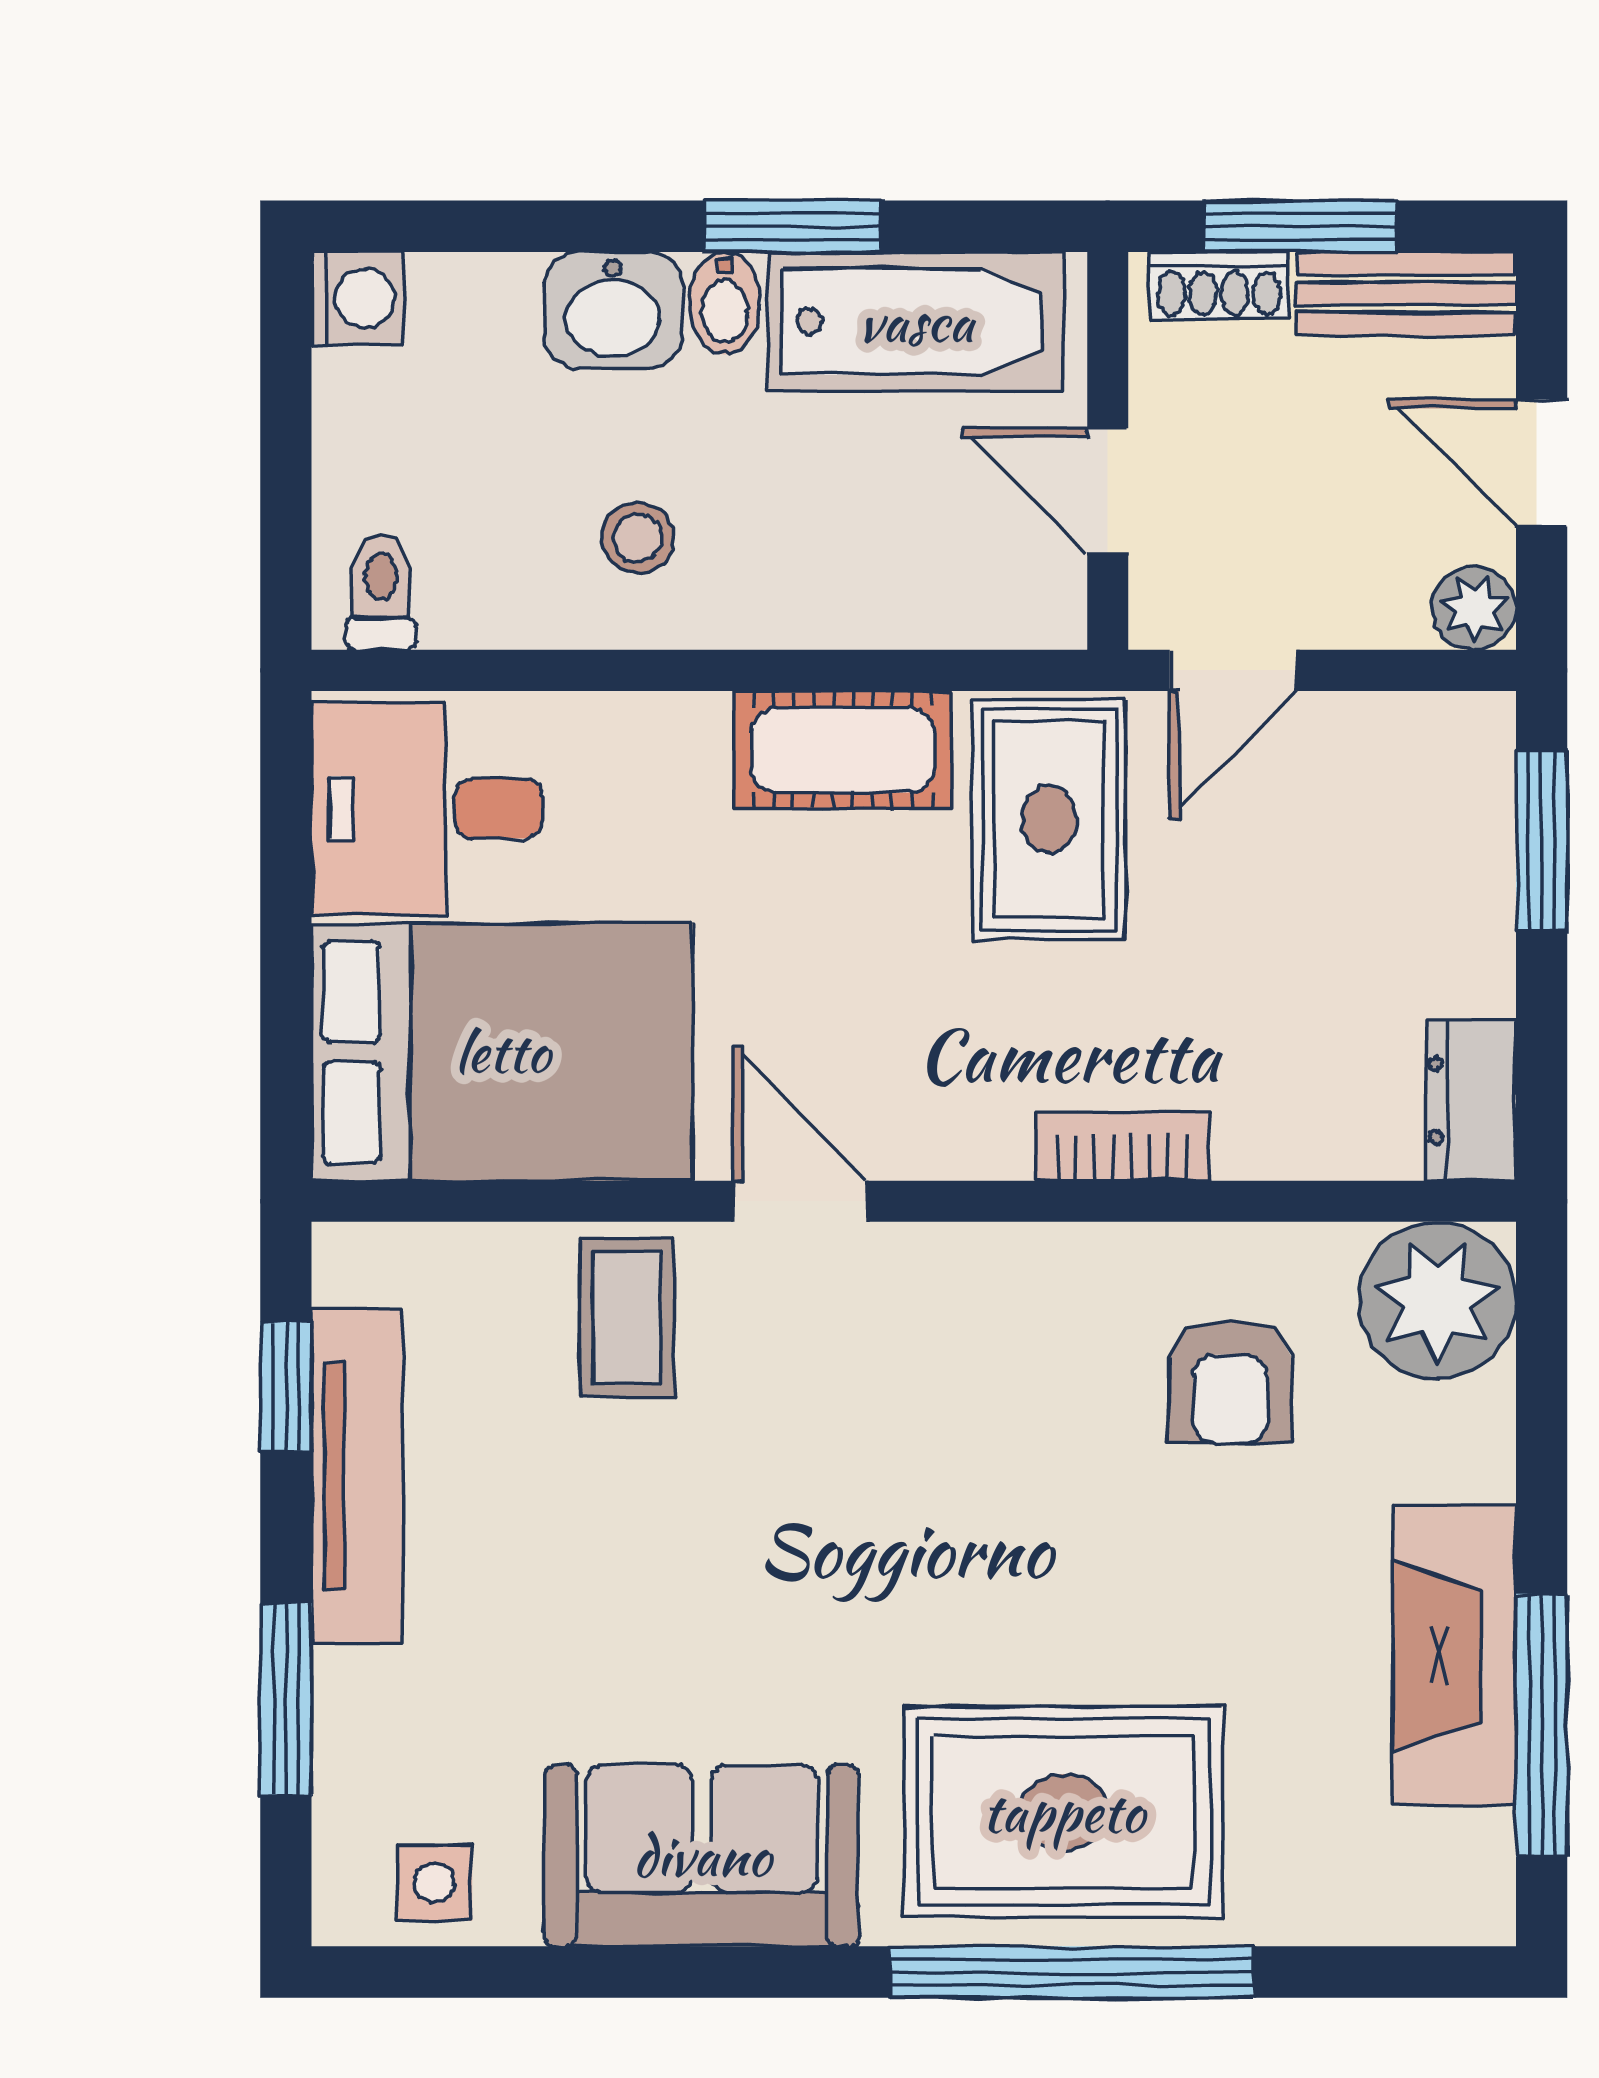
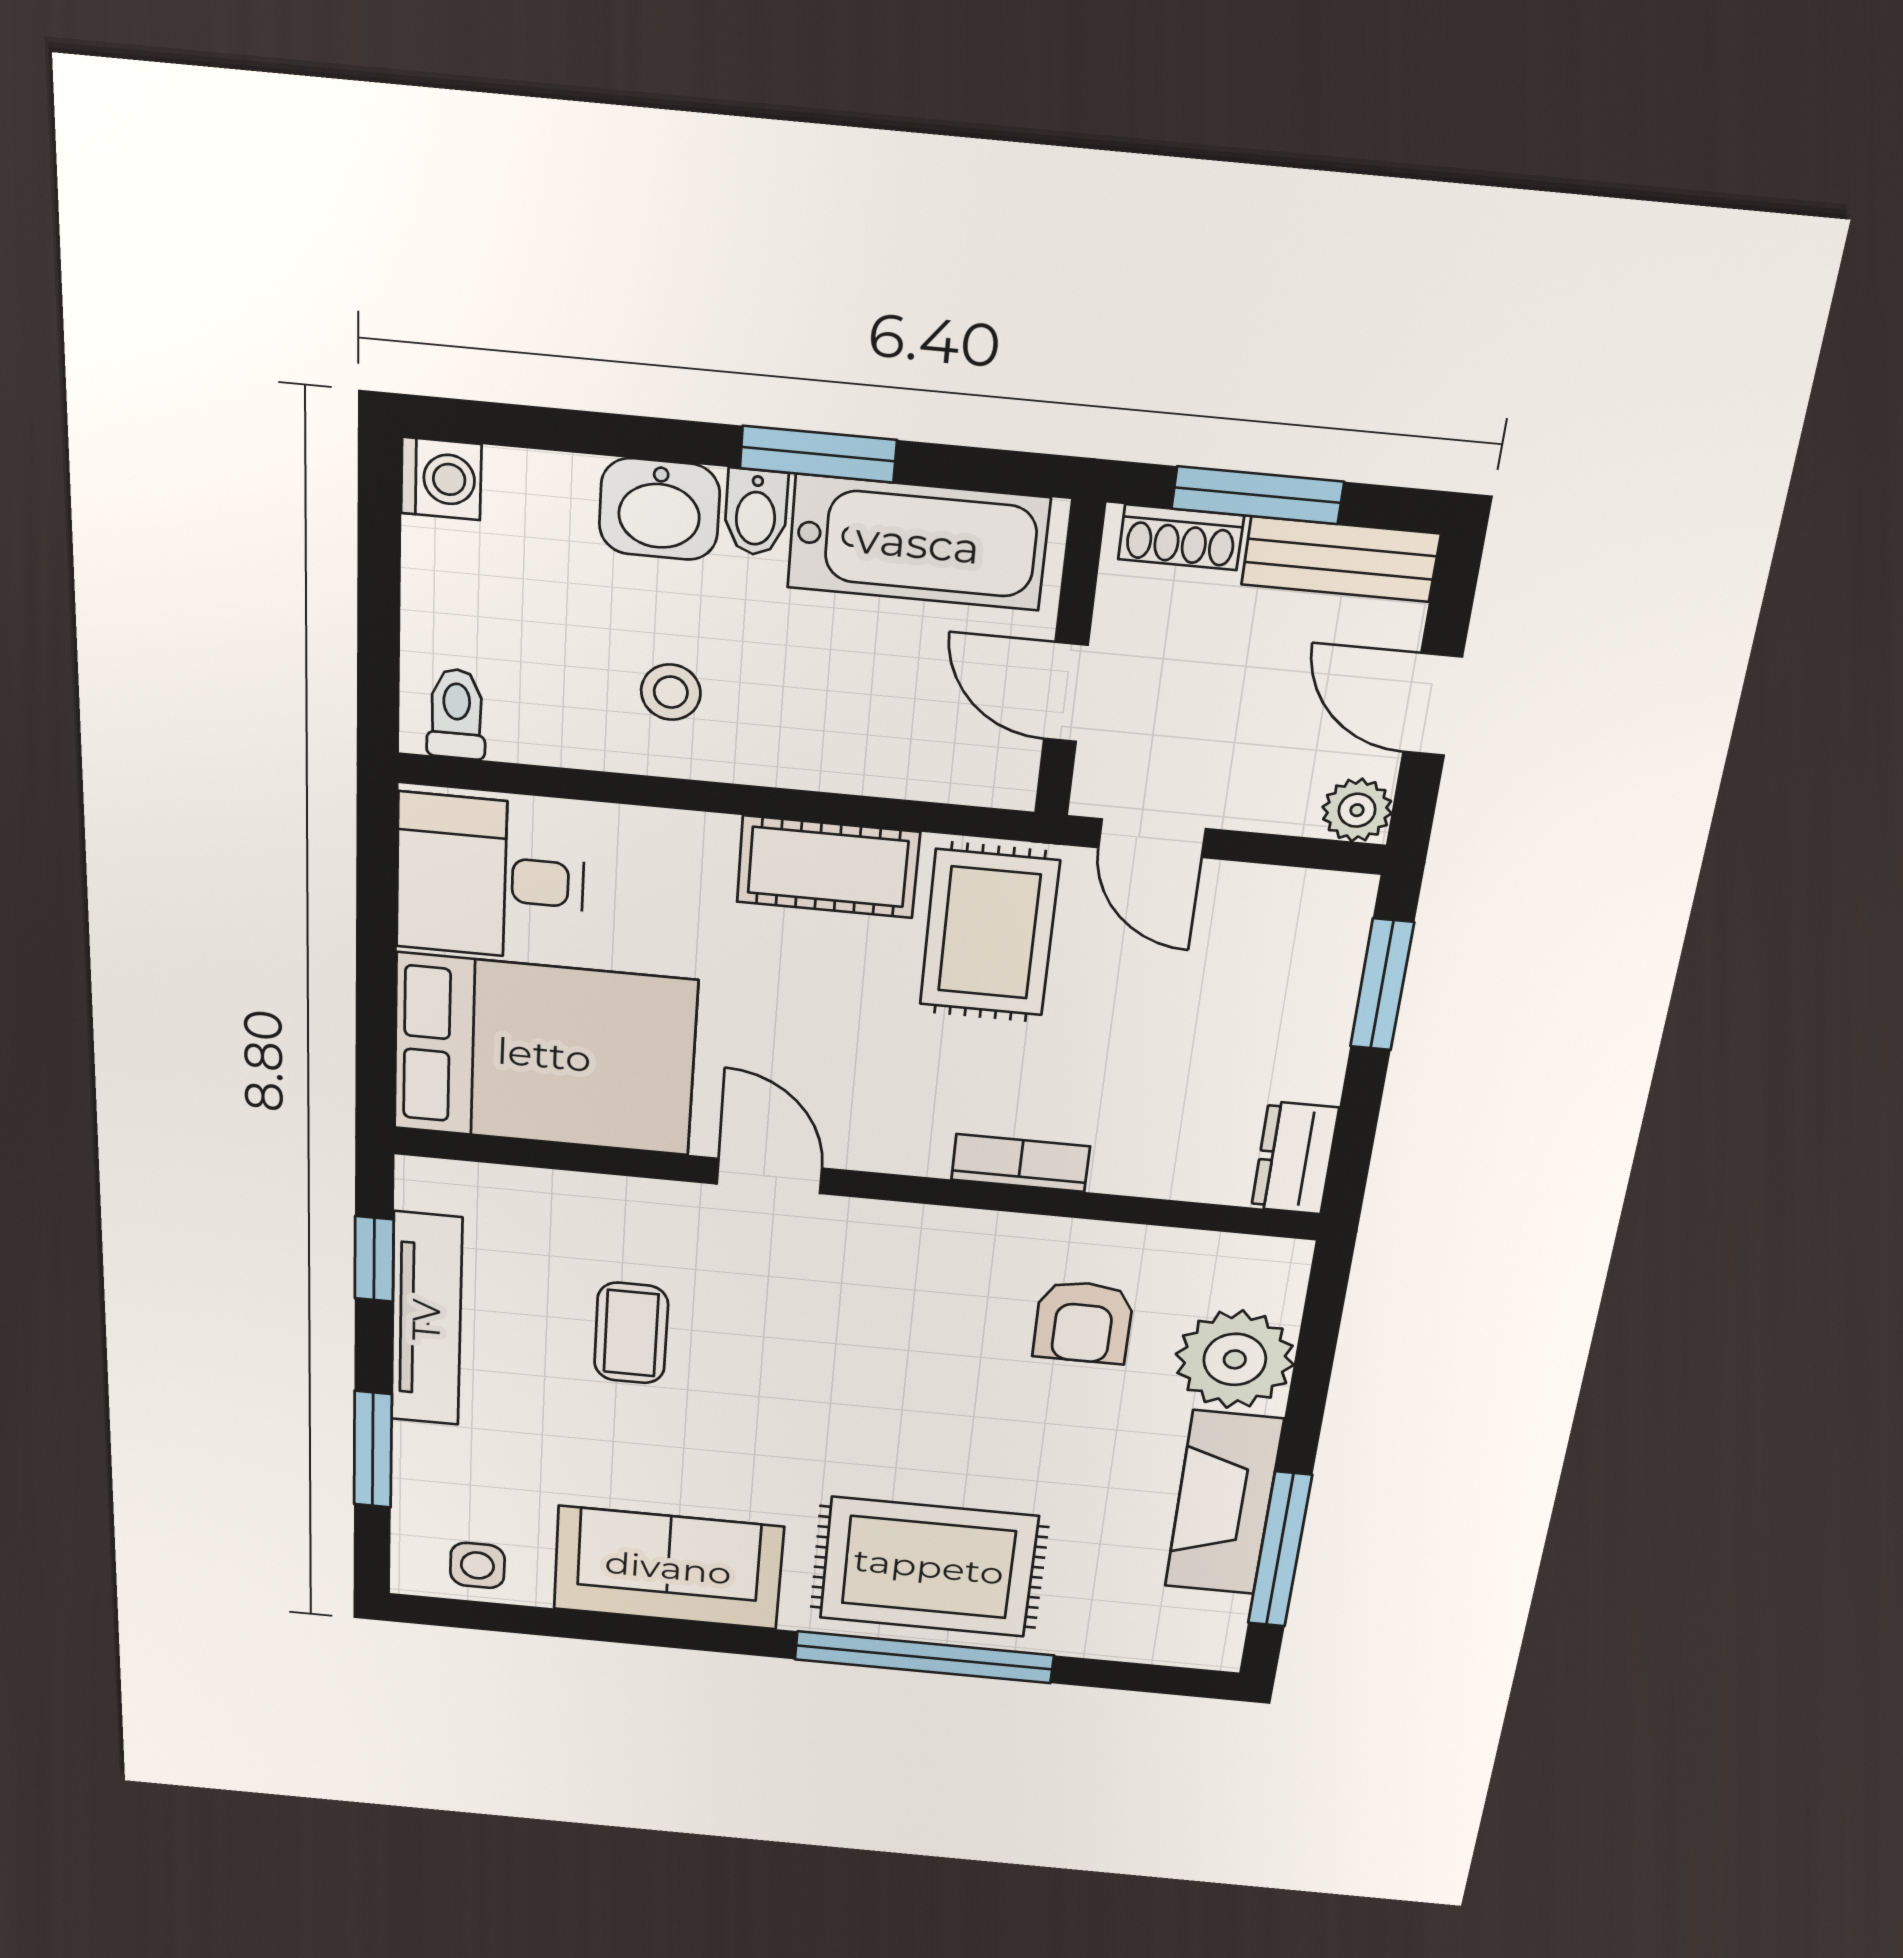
door: (1233, 670) -> (1152, 838), hinge flipped
plant: (1437, 1301) -> (1235, 1359), moved
coffee table: (627, 1318) -> (631, 1333), moved

